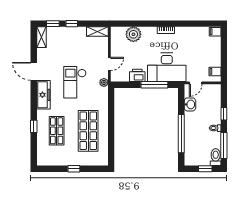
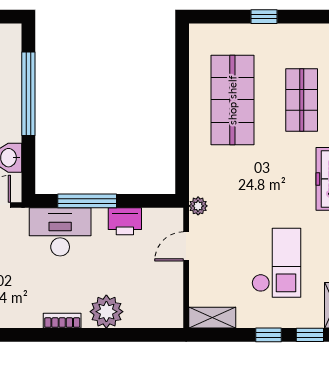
plant: (133, 34) -> (106, 312), moved
desk: (167, 67) -> (60, 232), width x0.73, depth x0.77
checkout: (75, 82) -> (276, 263), moved

